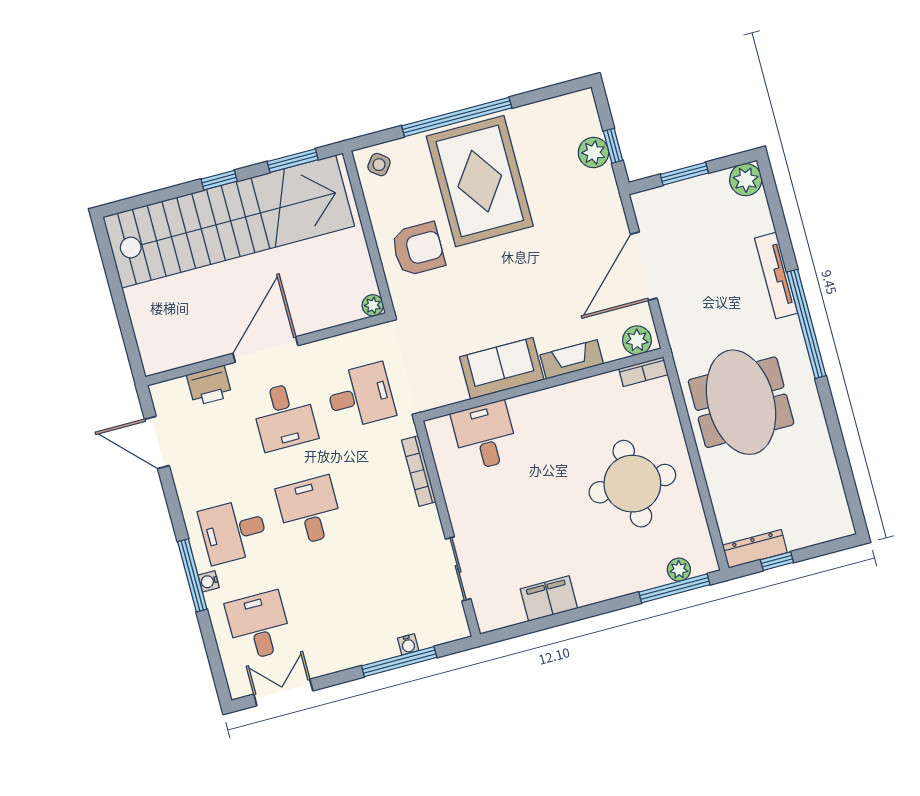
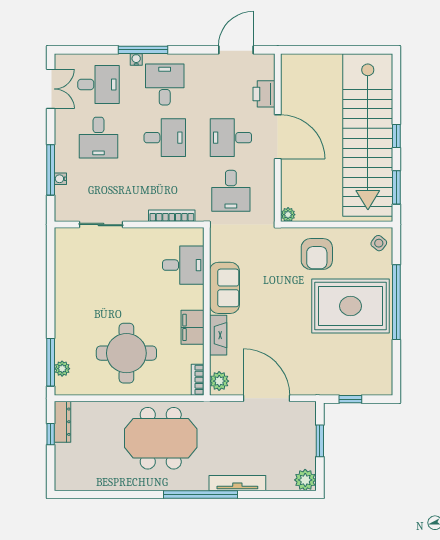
plant: (593, 153) -> (349, 385), removed
filing cabinet: (549, 599) -> (193, 327), moved, turned 180
desk: (335, 606) -> (99, 138), added

